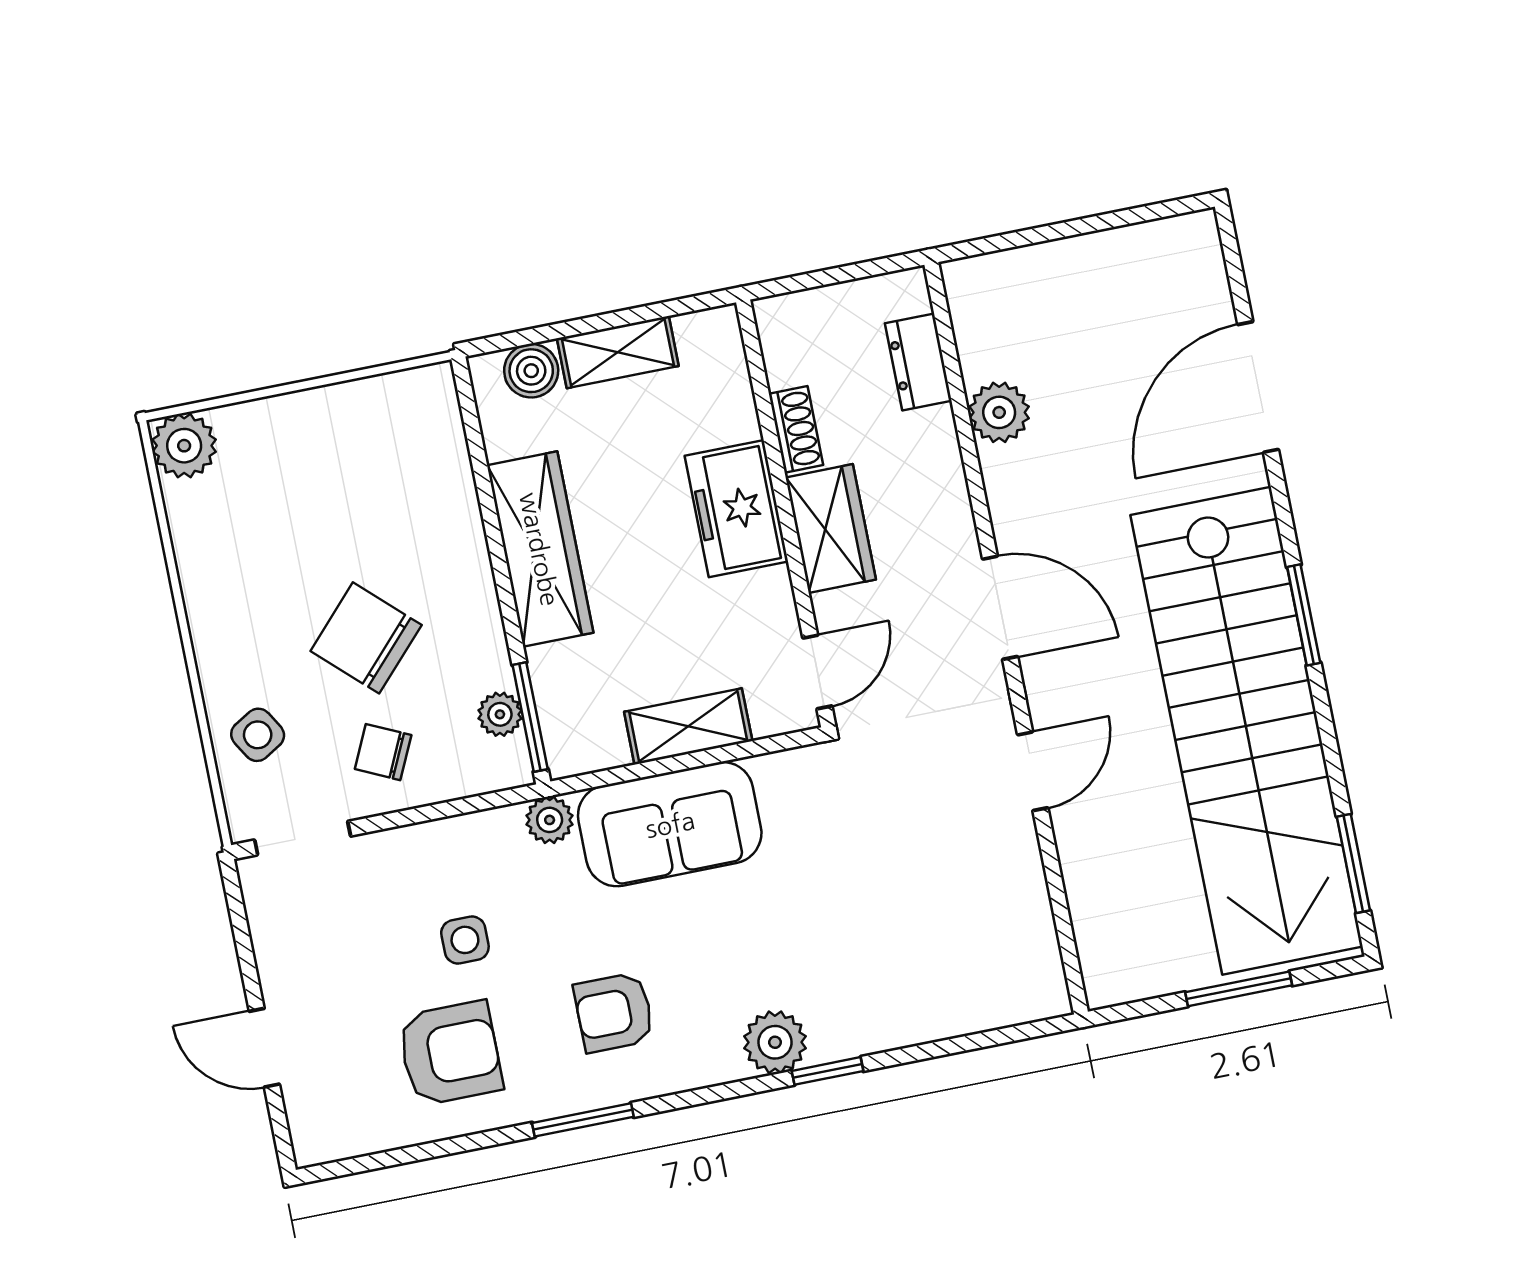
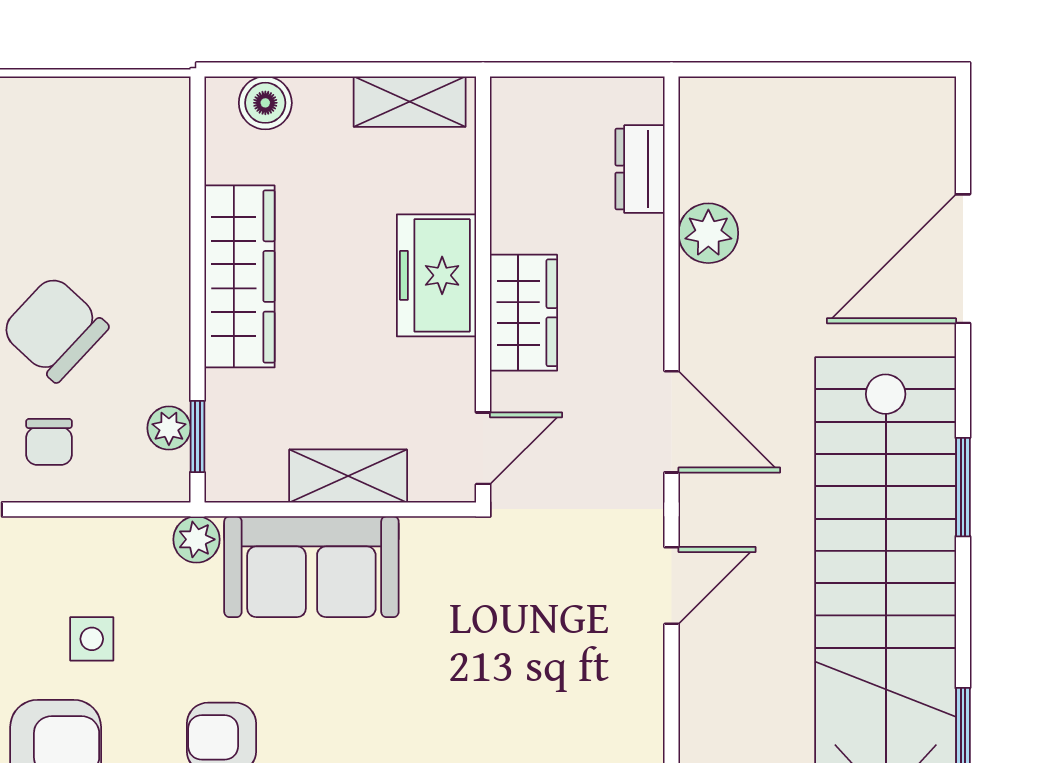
shelving: (618, 352) -> (410, 102), moved
shoe rack: (796, 429) -> (509, 210), removed
window: (530, 717) -> (197, 436), width x0.67
chair: (383, 752) -> (49, 442), turned -115

